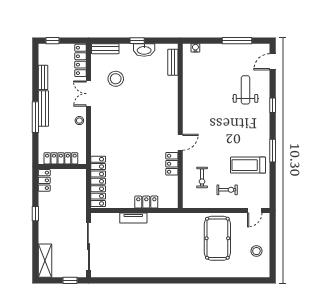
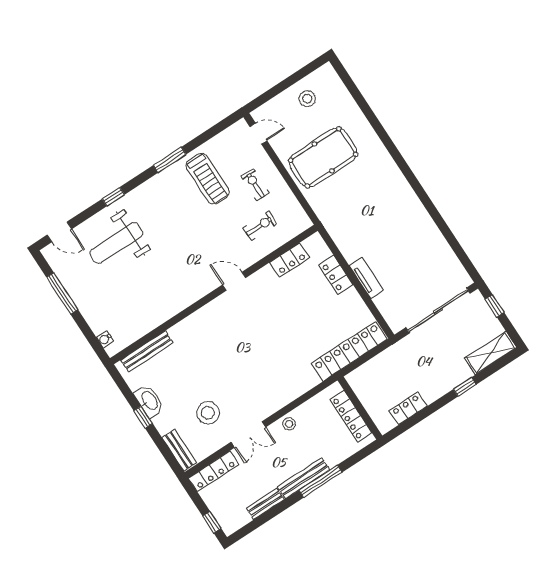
bench: (173, 62) -> (147, 351), width x1.36
weight bench: (245, 90) -> (116, 243), width x1.36, depth x1.33
locker: (172, 164) -> (290, 260), moved
locker: (44, 180) -> (408, 408), moved
window: (35, 214) -> (465, 387), moved

